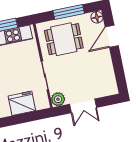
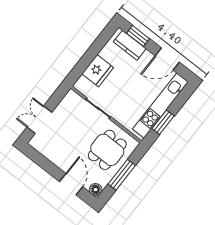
plant: (58, 99) -> (72, 98), removed
double door: (83, 106) -> (39, 120), moved

